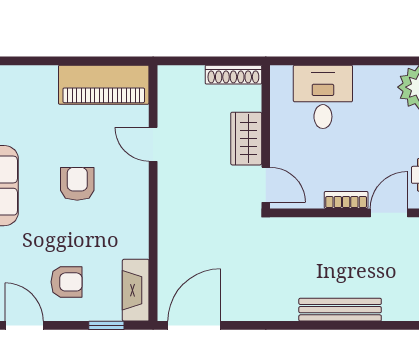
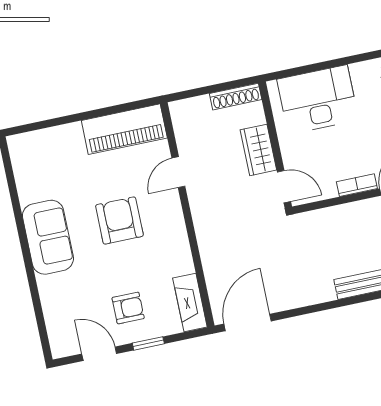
desk: (323, 97) -> (318, 99), width x1.37
door: (153, 144) -> (178, 172), hinge flipped
armchair: (77, 184) -> (119, 221), width x1.38, depth x1.38
window: (106, 325) -> (148, 343), moved

